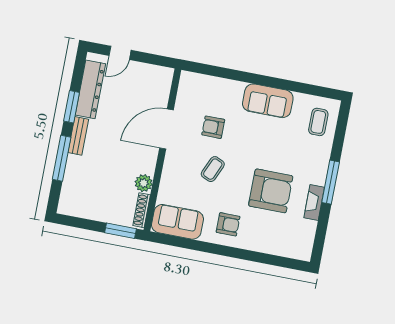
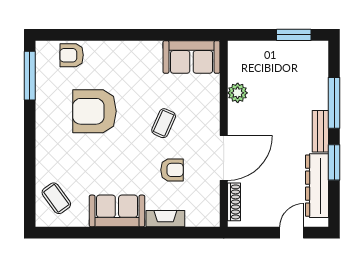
coffee table: (318, 122) -> (56, 198), turned -36
window: (331, 182) -> (30, 76), moved
fireplace: (314, 202) -> (165, 219), moved, turned -90
shoe rack: (142, 210) -> (234, 202), moved
armchair: (228, 224) -> (72, 55), moved
window: (121, 231) -> (294, 35), moved

